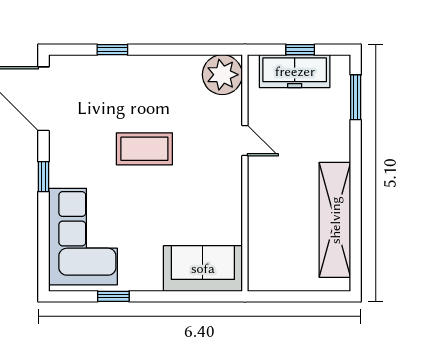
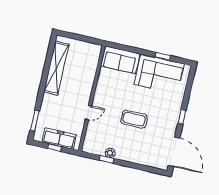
window: (112, 50) -> (107, 159), moved
plant: (222, 75) -> (110, 153), moved, width x0.53, depth x0.53
door: (245, 140) -> (88, 113), swing flipped
corner sofa: (83, 237) -> (159, 74), moved, turned -90

